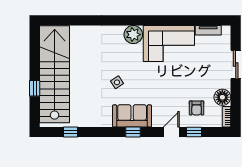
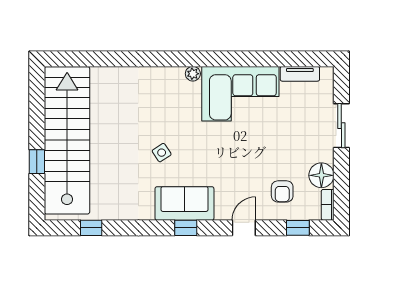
plant: (133, 35) -> (193, 74), width x0.53, depth x0.53
window: (194, 132) -> (298, 228), moved

